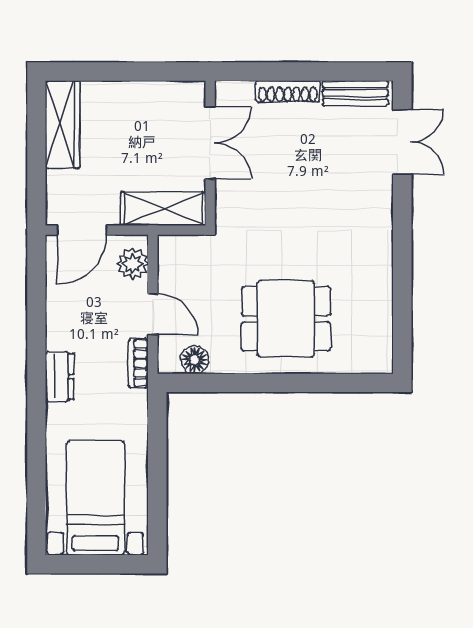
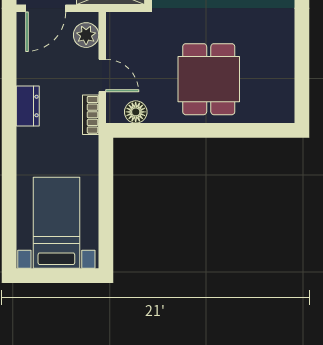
dining table: (286, 319) -> (209, 79), turned 90
dresser: (60, 377) -> (28, 106), moved

